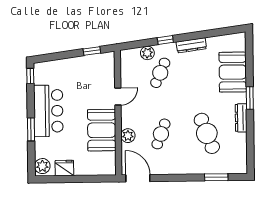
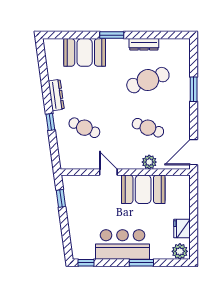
plant: (147, 53) -> (64, 141), removed
dresser: (241, 118) -> (144, 44), moved
window: (216, 177) -> (194, 89), moved

